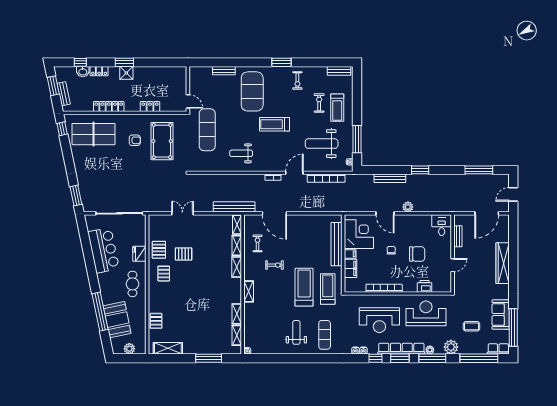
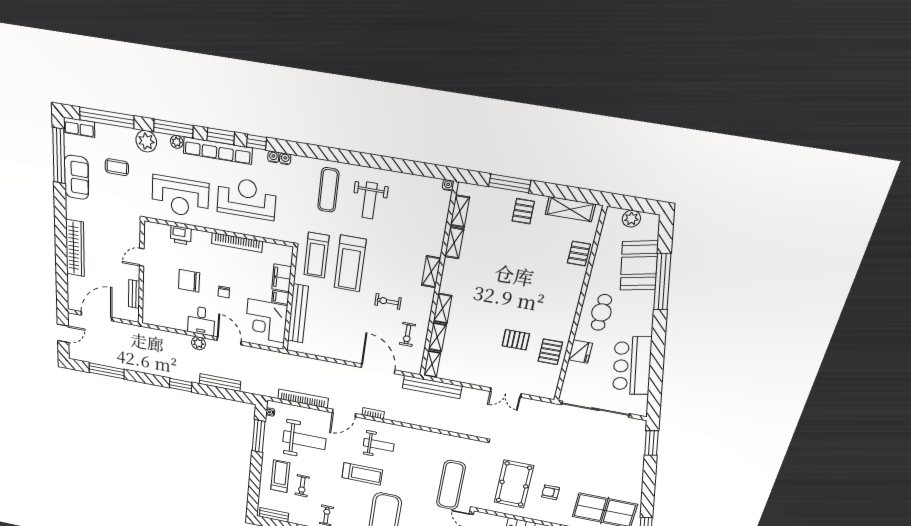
weight bench: (241, 153) -> (379, 445), moved
desk: (442, 225) -> (201, 321), moved
pallet: (164, 274) -> (523, 211), moved

